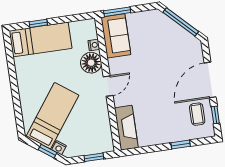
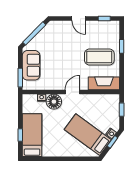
sofa: (116, 36) -> (31, 65), moved, turned 90
door: (210, 80) -> (79, 19), width x0.53
door: (108, 86) -> (72, 92), hinge flipped
coffee table: (197, 114) -> (99, 57), moved, width x1.86, depth x1.72

